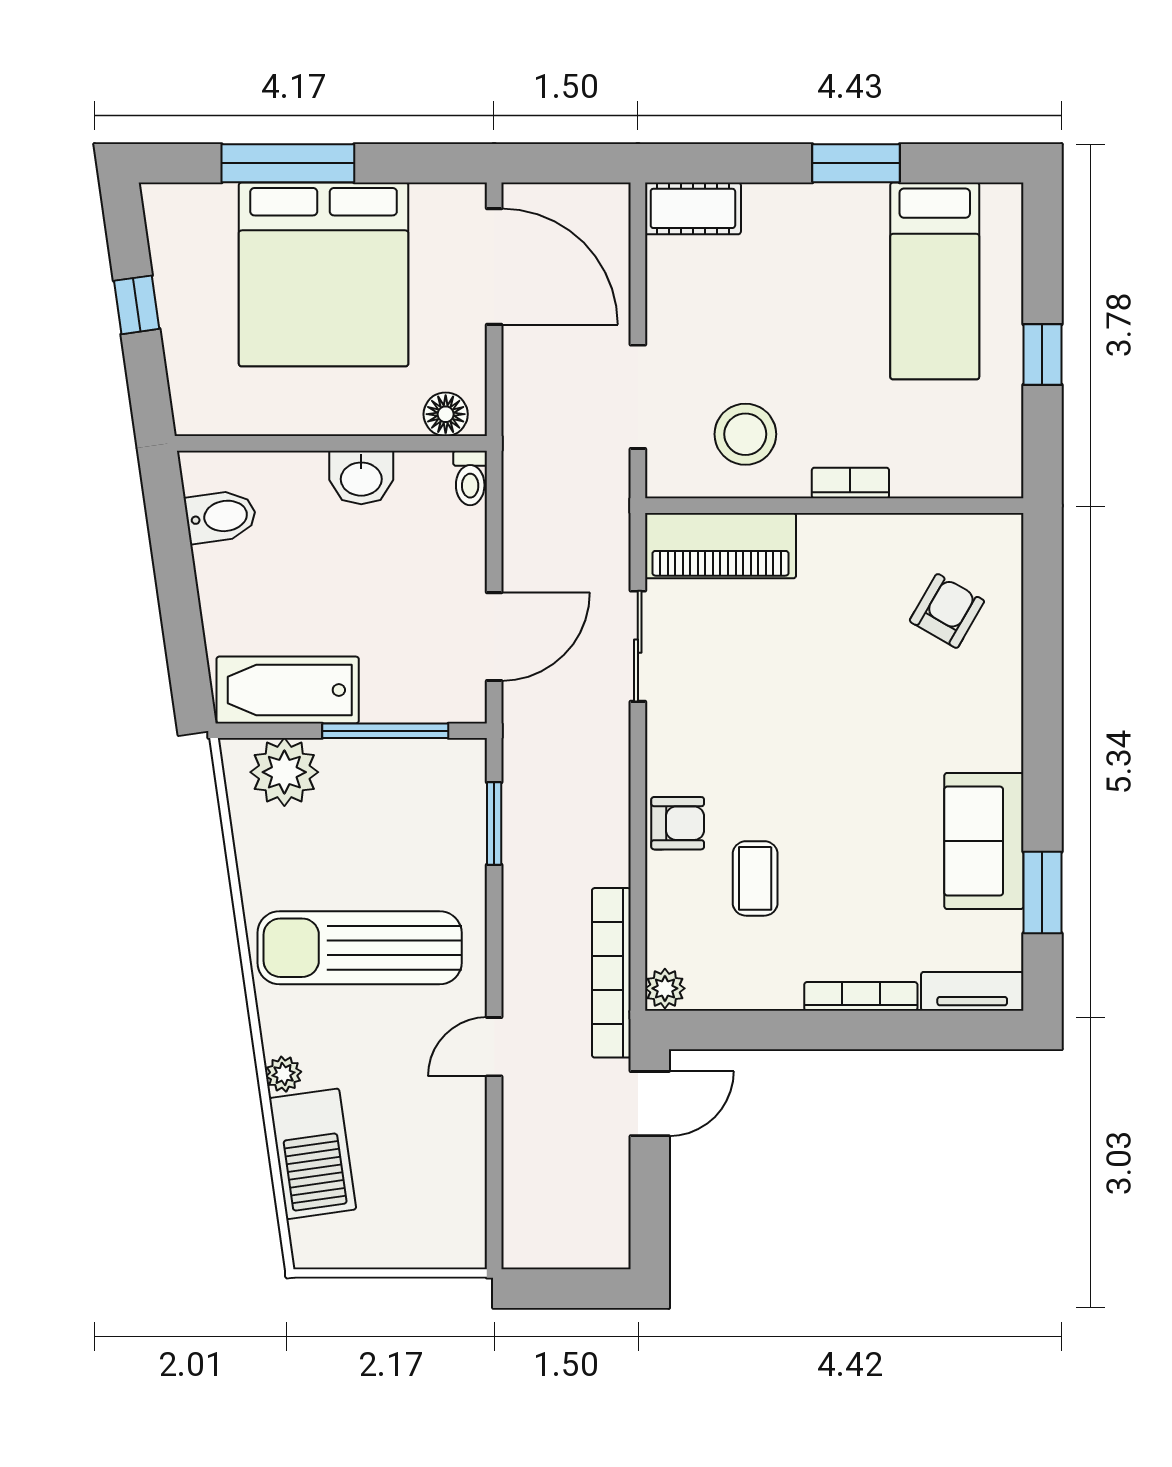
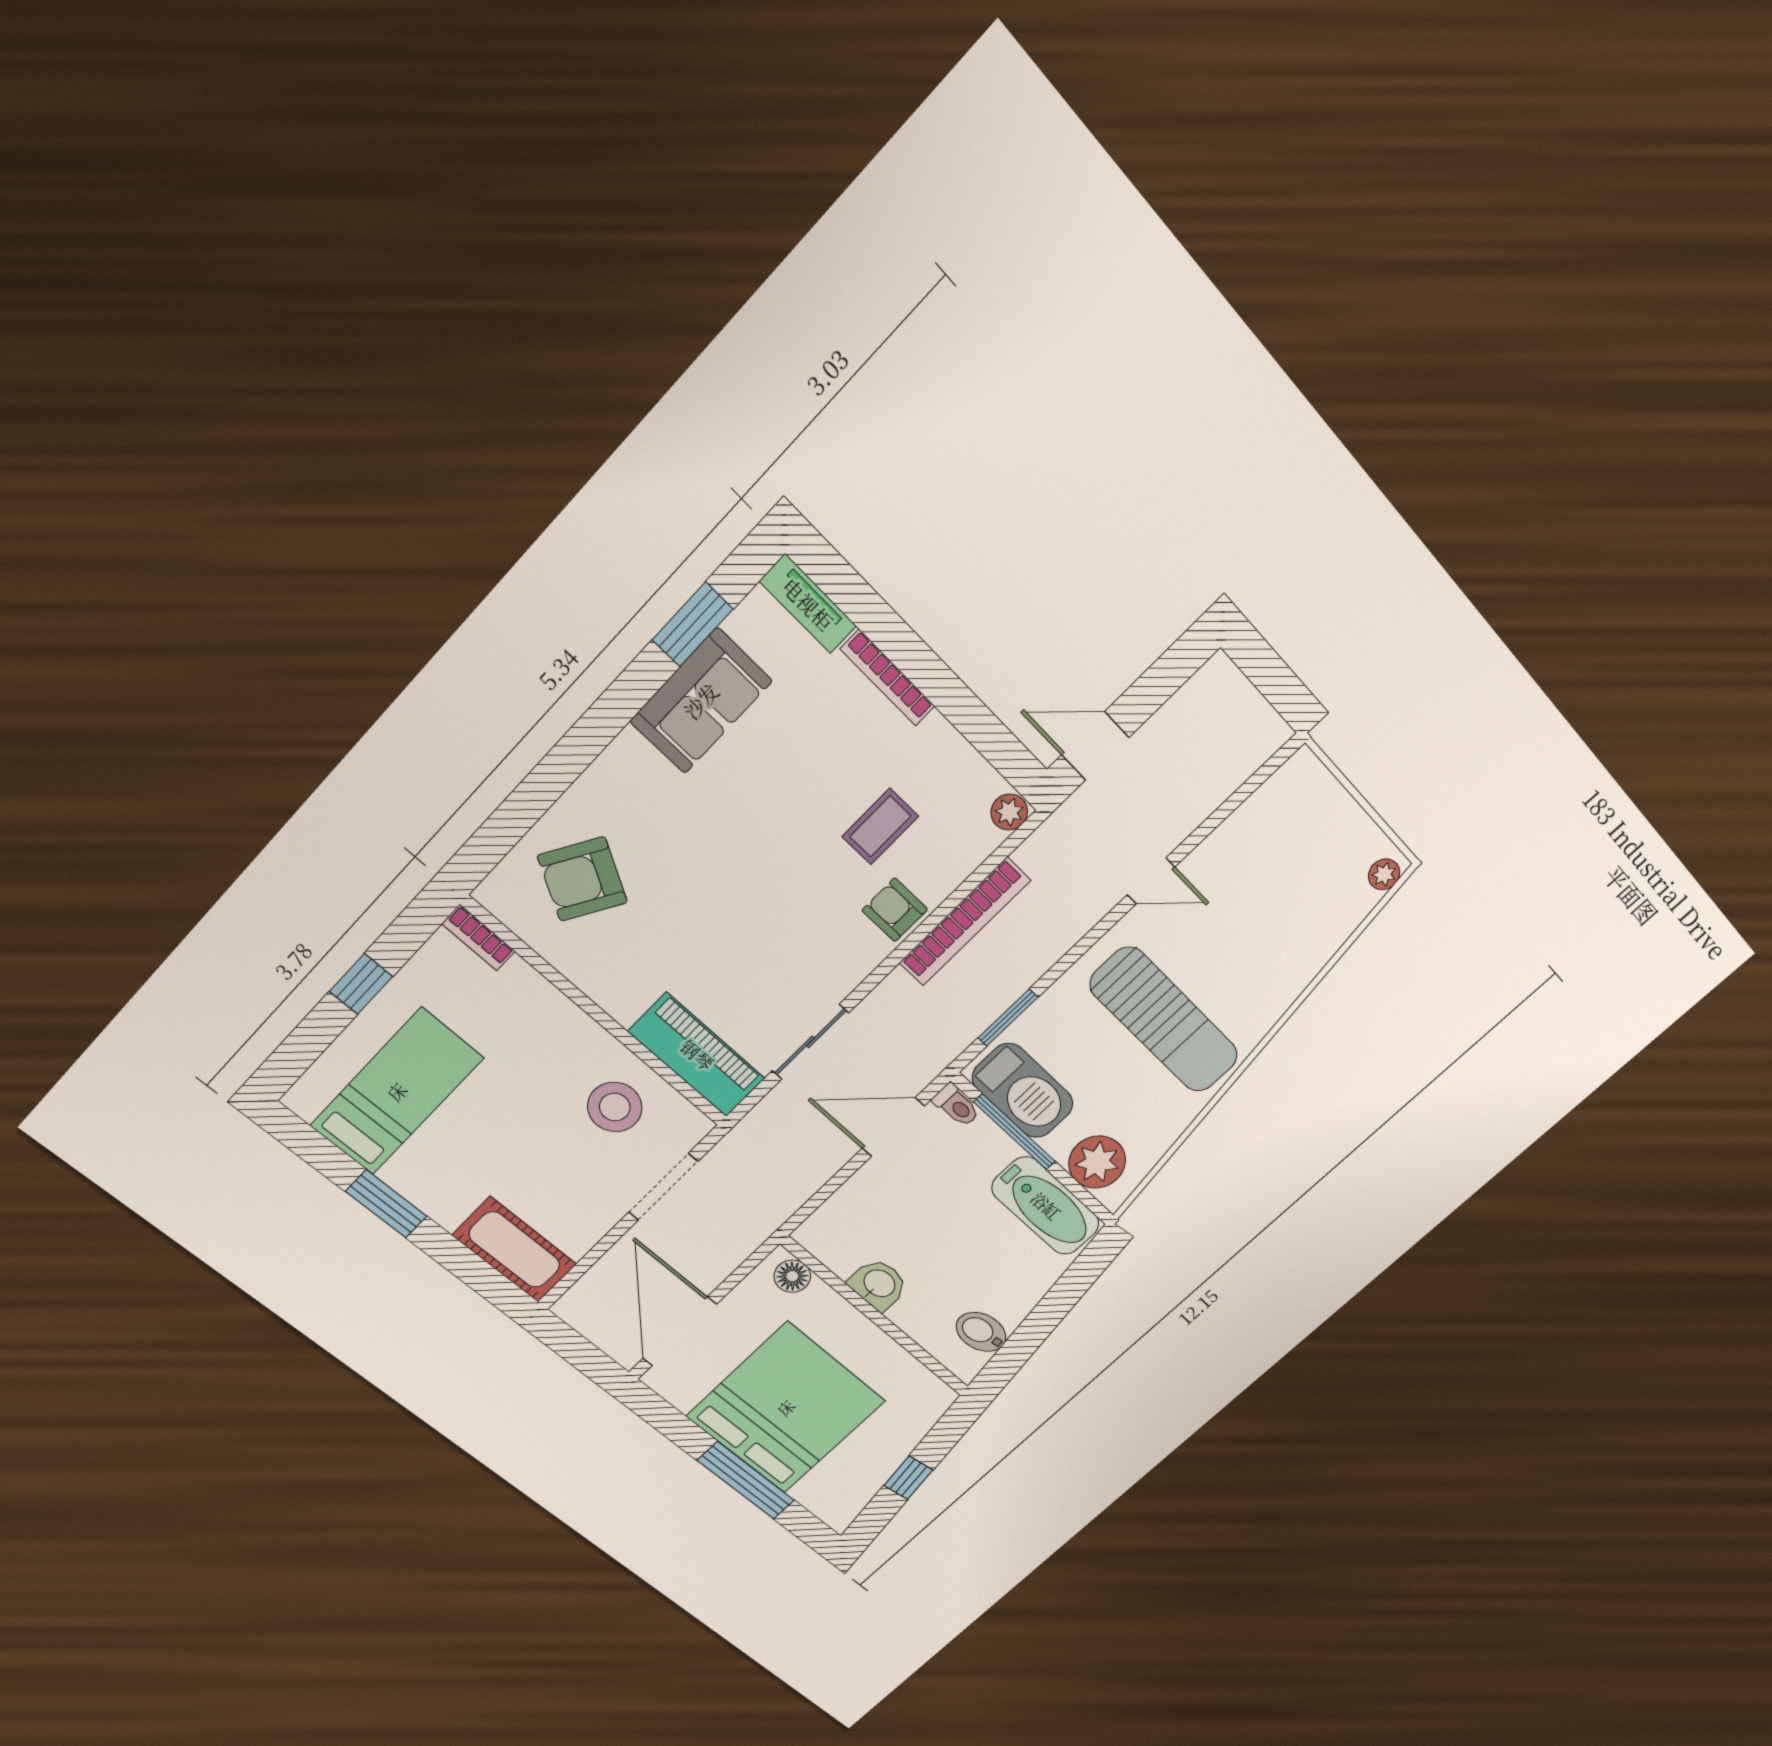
cot: (693, 208) -> (514, 1250), width x1.37, depth x1.34
toilet: (470, 478) -> (956, 1106), moved, turned 90
bookcase: (850, 483) -> (478, 938), moved
armchair: (947, 611) -> (582, 879), width x1.38, depth x1.38
bookcase: (611, 973) -> (965, 922), moved
plant: (284, 1074) -> (1384, 874), moved
barbecue: (313, 1154) -> (1023, 1091), moved, turned 98

